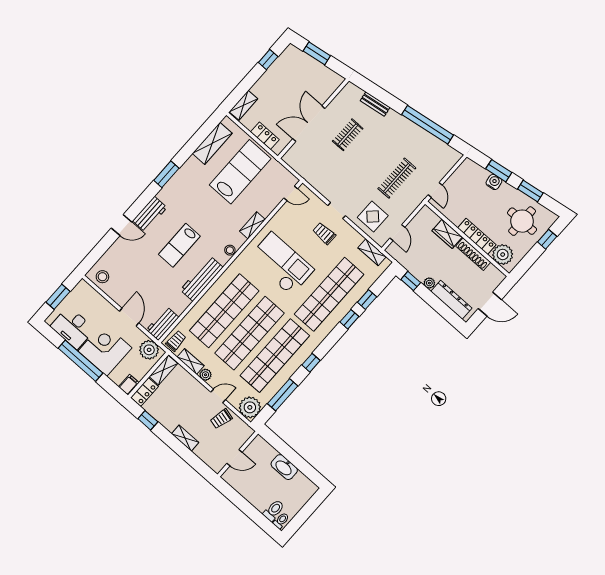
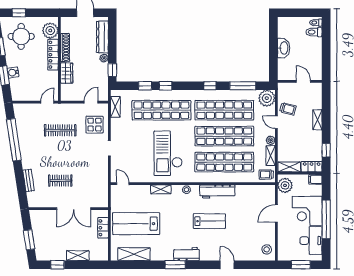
shelving: (243, 105) -> (78, 256), moved
workbench: (150, 214) -> (187, 254), moved
trolley: (324, 233) -> (129, 144), removed
workbench: (162, 324) -> (263, 191), removed

